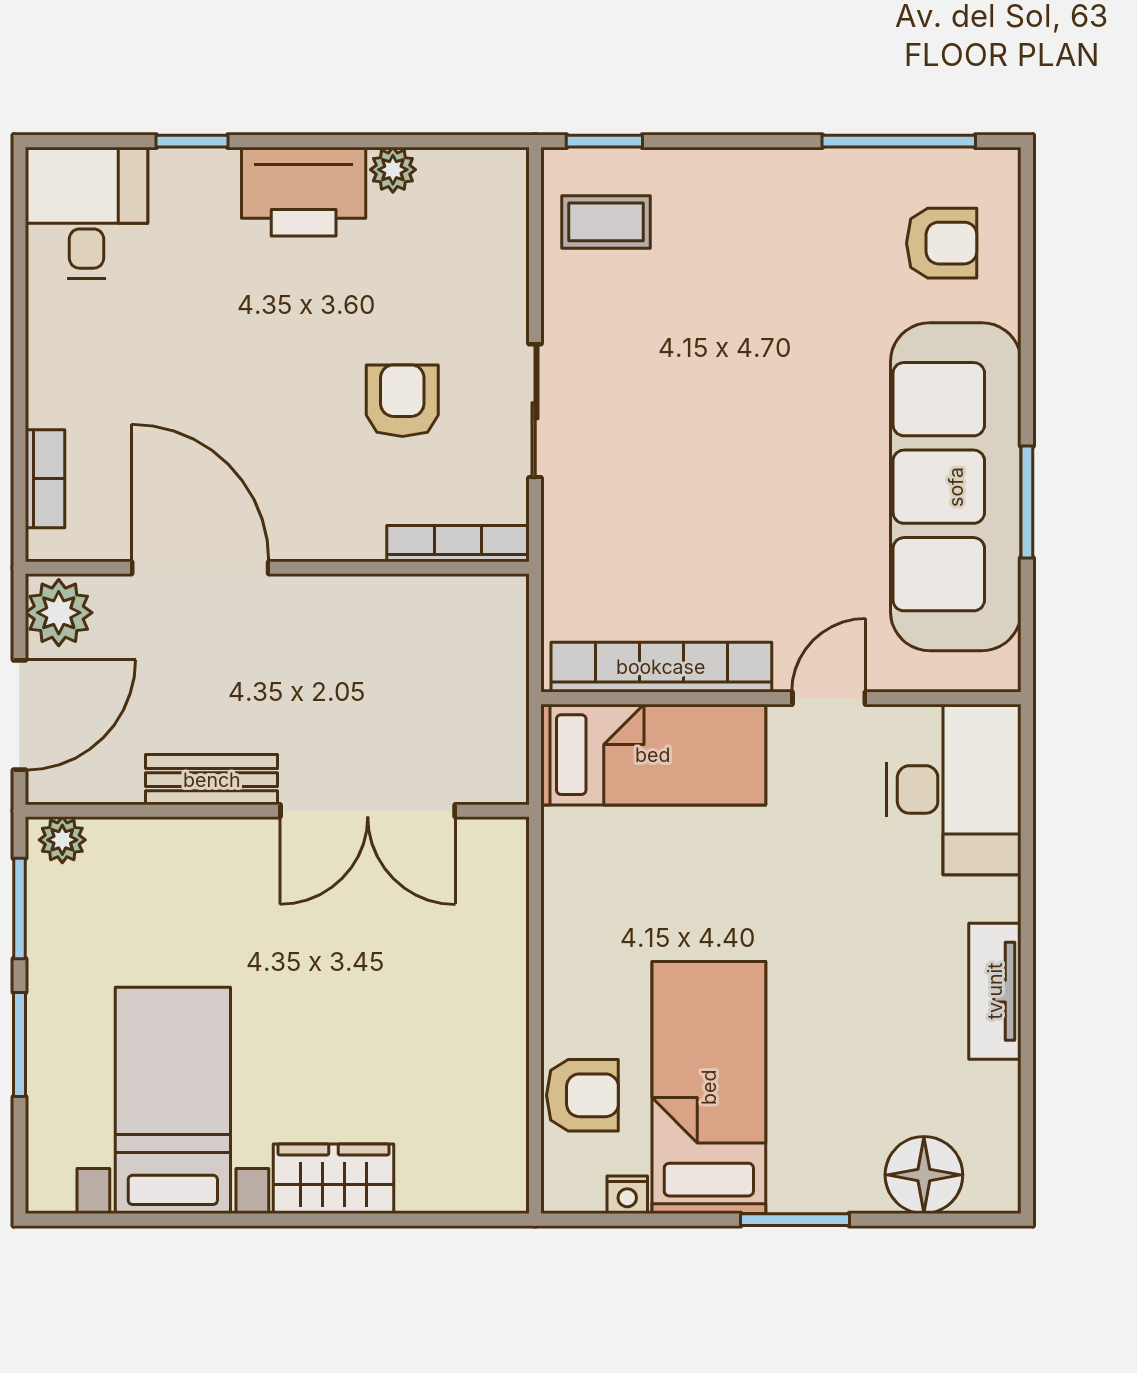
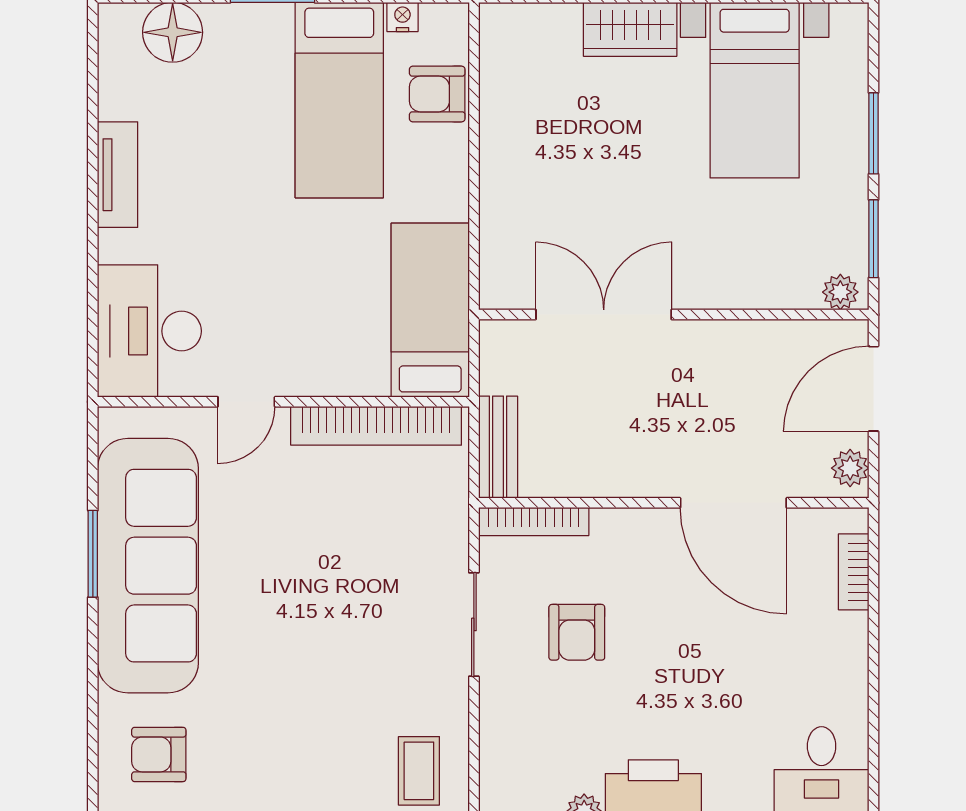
coffee table: (606, 222) -> (419, 771), turned 90
plant: (59, 613) -> (850, 468), width x0.73, depth x0.73
bed: (653, 755) -> (430, 310), moved, turned 90
bench: (212, 780) -> (498, 447), moved, turned 90

